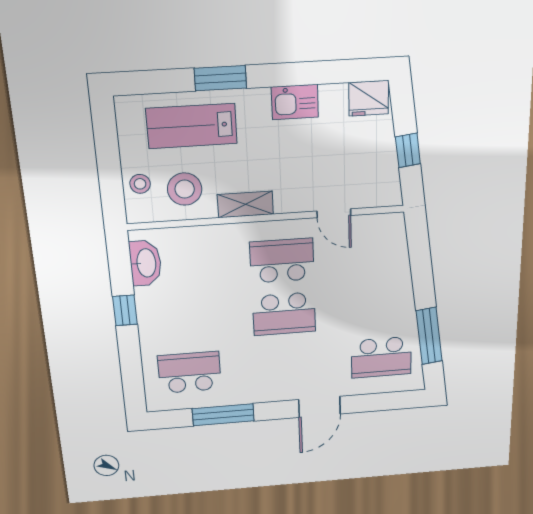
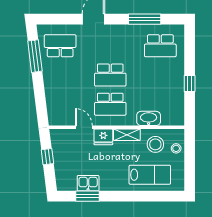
window: (220, 78) -> (87, 196), moved
fridge: (369, 98) -> (103, 137), moved, turned 180
kitchen sink: (295, 102) -> (88, 183), moved
washbasin: (146, 263) -> (149, 118), moved, turned 90
school desk: (284, 314) -> (110, 75), turned 180

